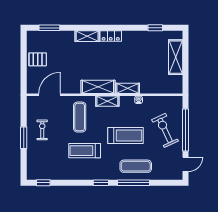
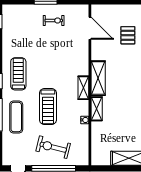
pallet: (38, 59) -> (128, 35), moved
exercise mat: (80, 117) -> (67, 59), removed
exercise bike: (165, 130) -> (53, 147), turned -141
treadmill: (85, 151) -> (18, 74), moved

